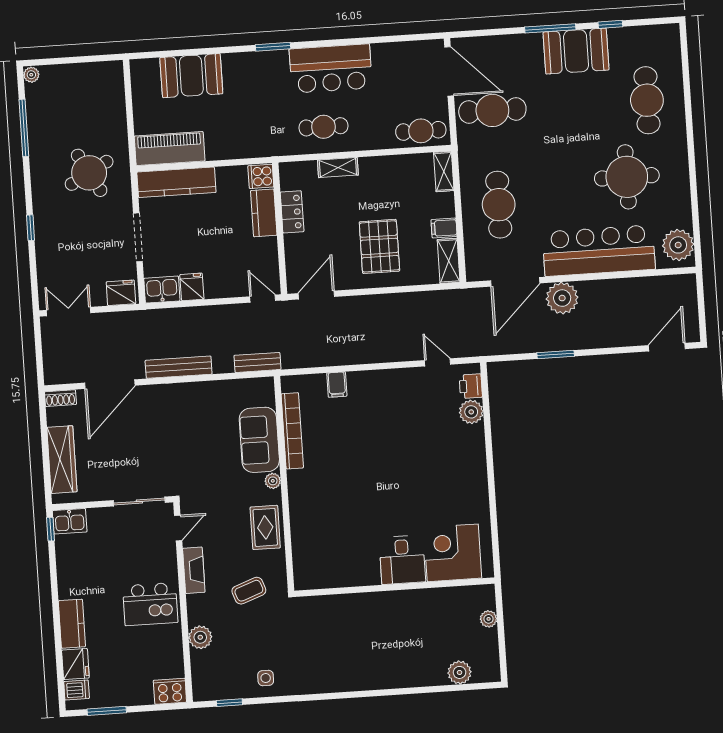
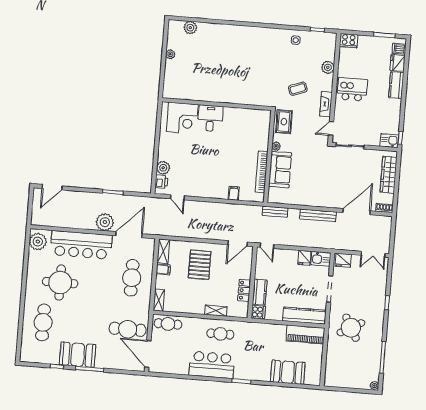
corner desk: (453, 553) -> (182, 118), moved
desk: (402, 560) -> (210, 118), moved
wall: (394, 587) -> (217, 104), moved

